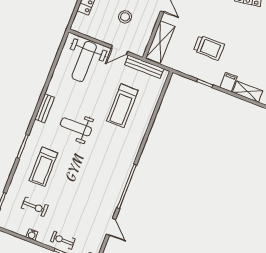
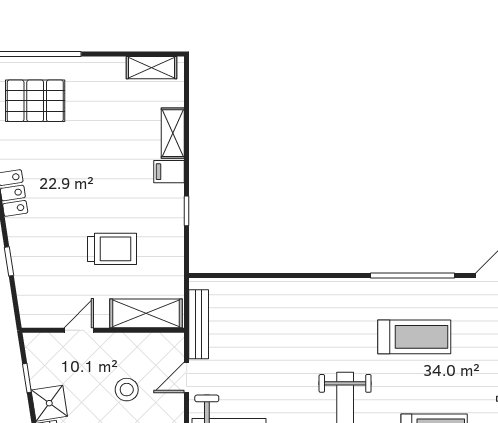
trolley: (209, 48) -> (112, 249), moved, turned 90
door: (119, 50) -> (187, 377), swing flipped
treadmill: (122, 106) -> (414, 337), moved

